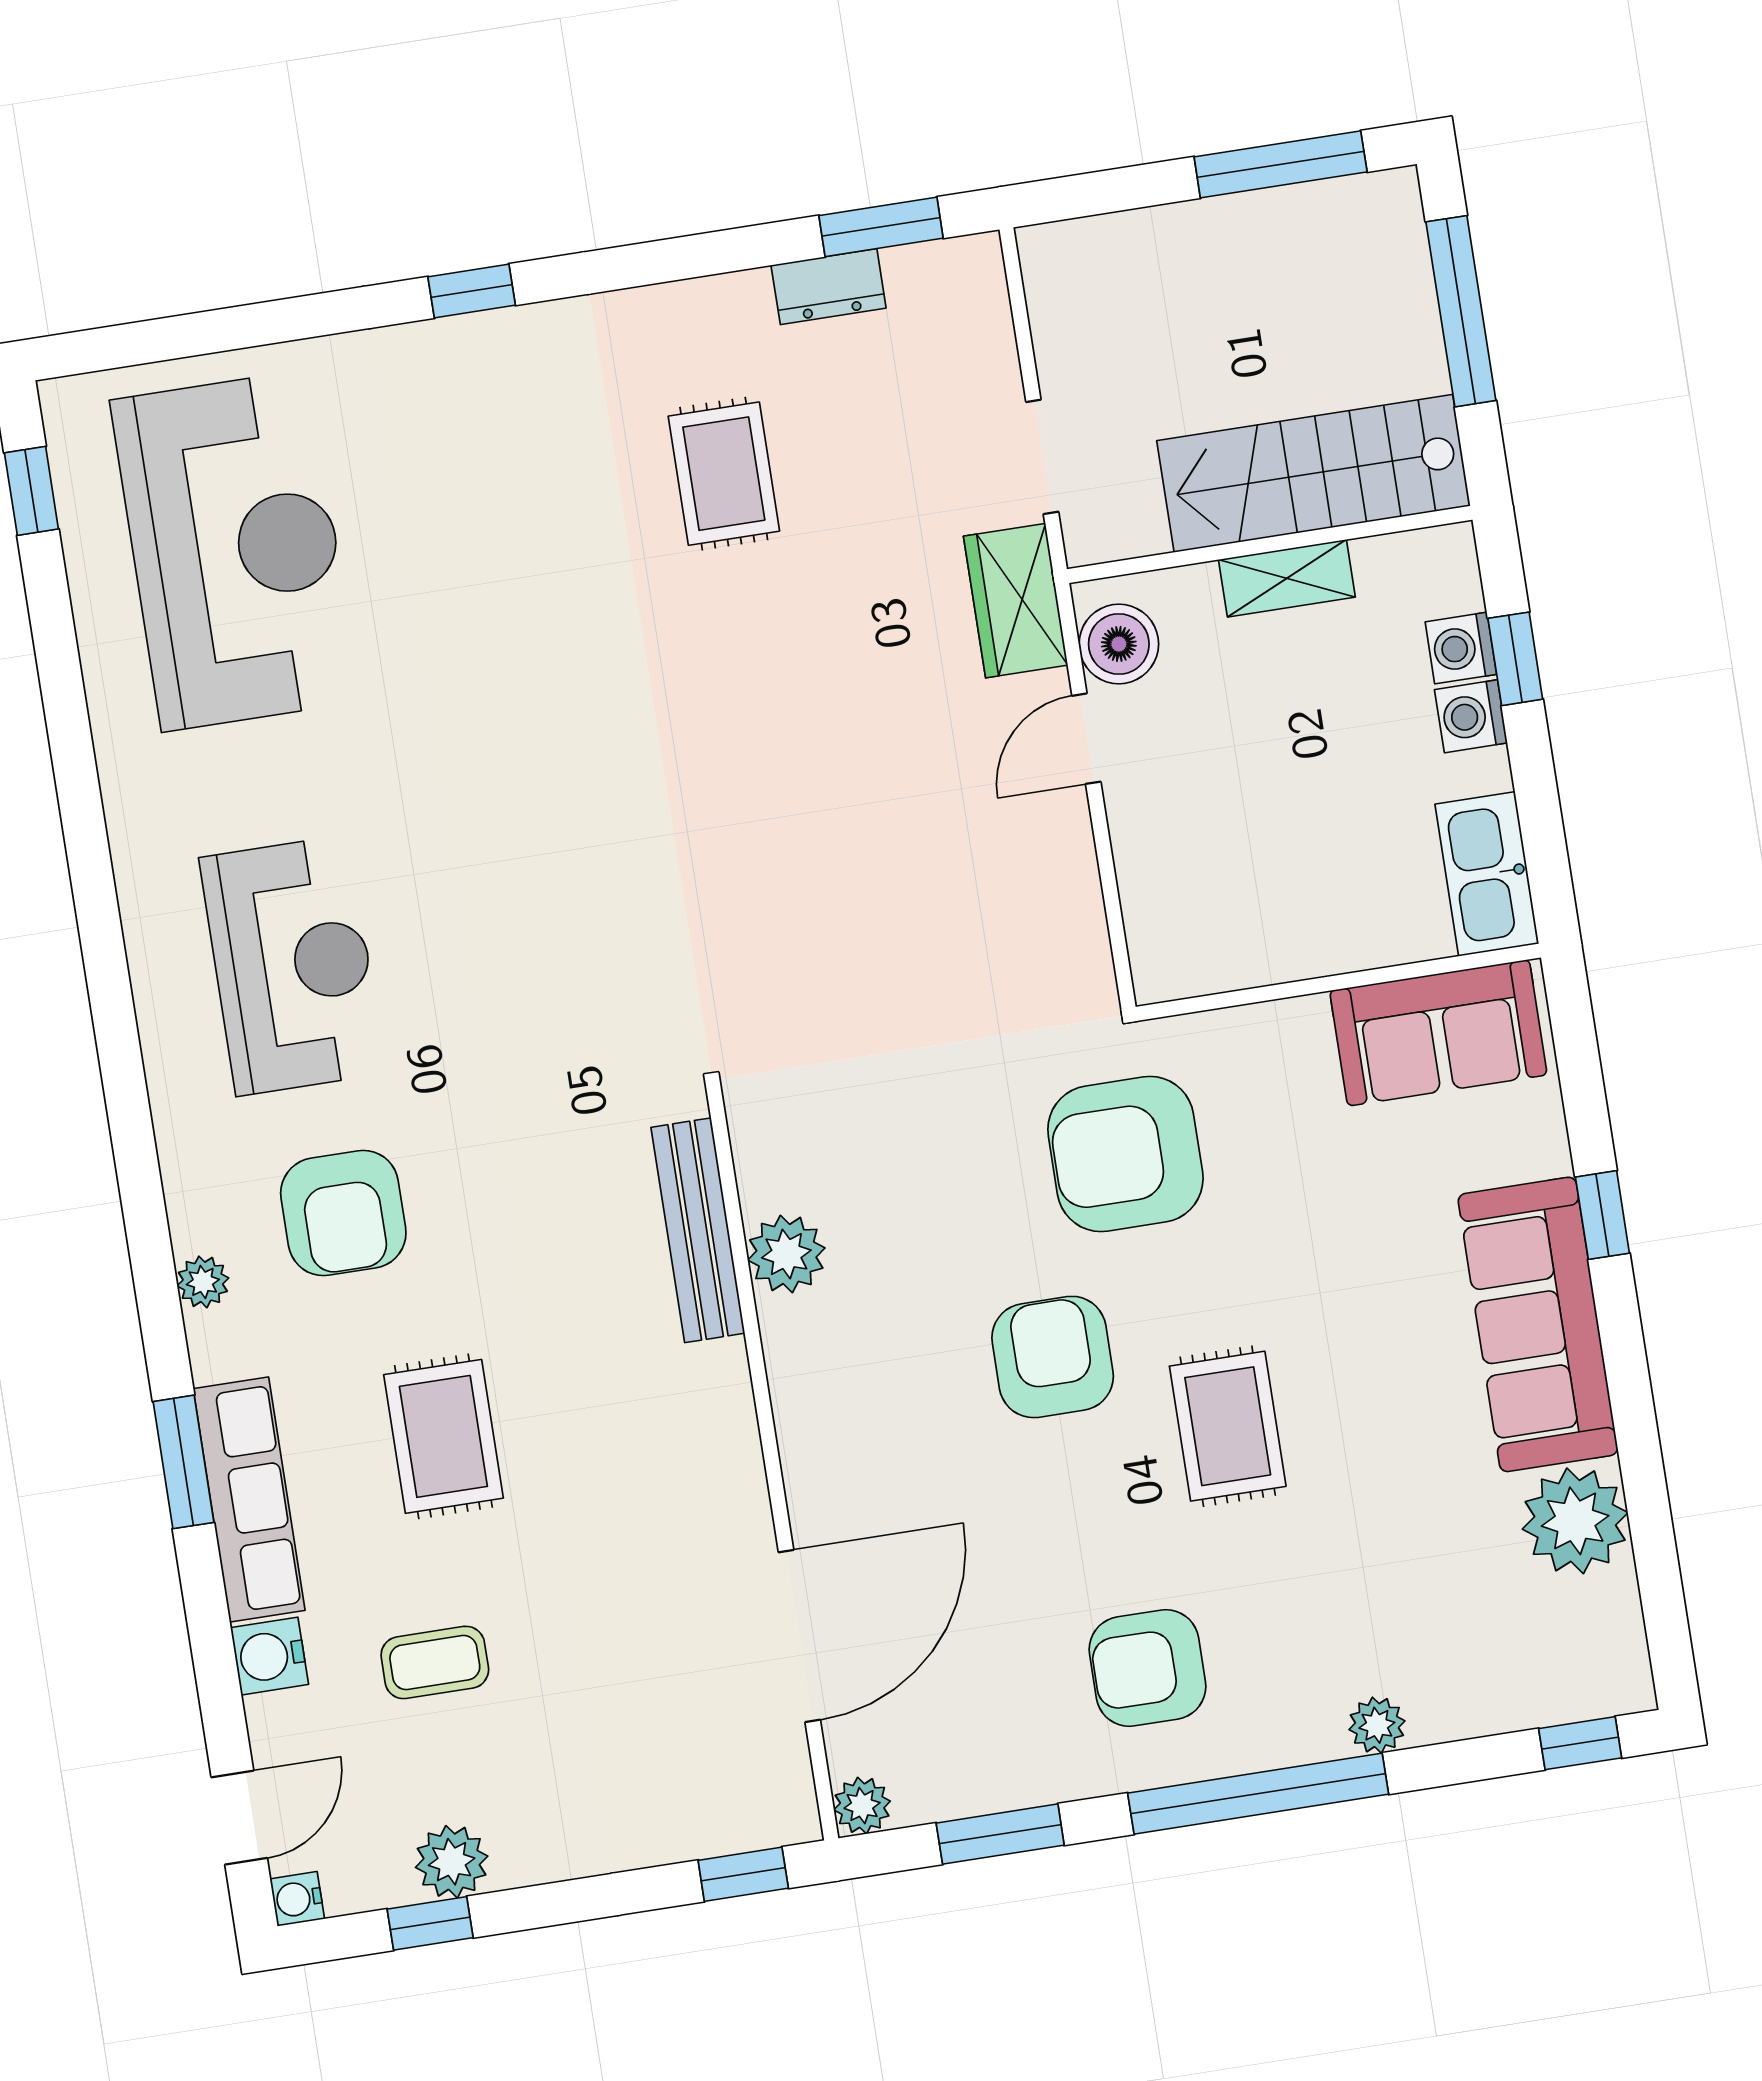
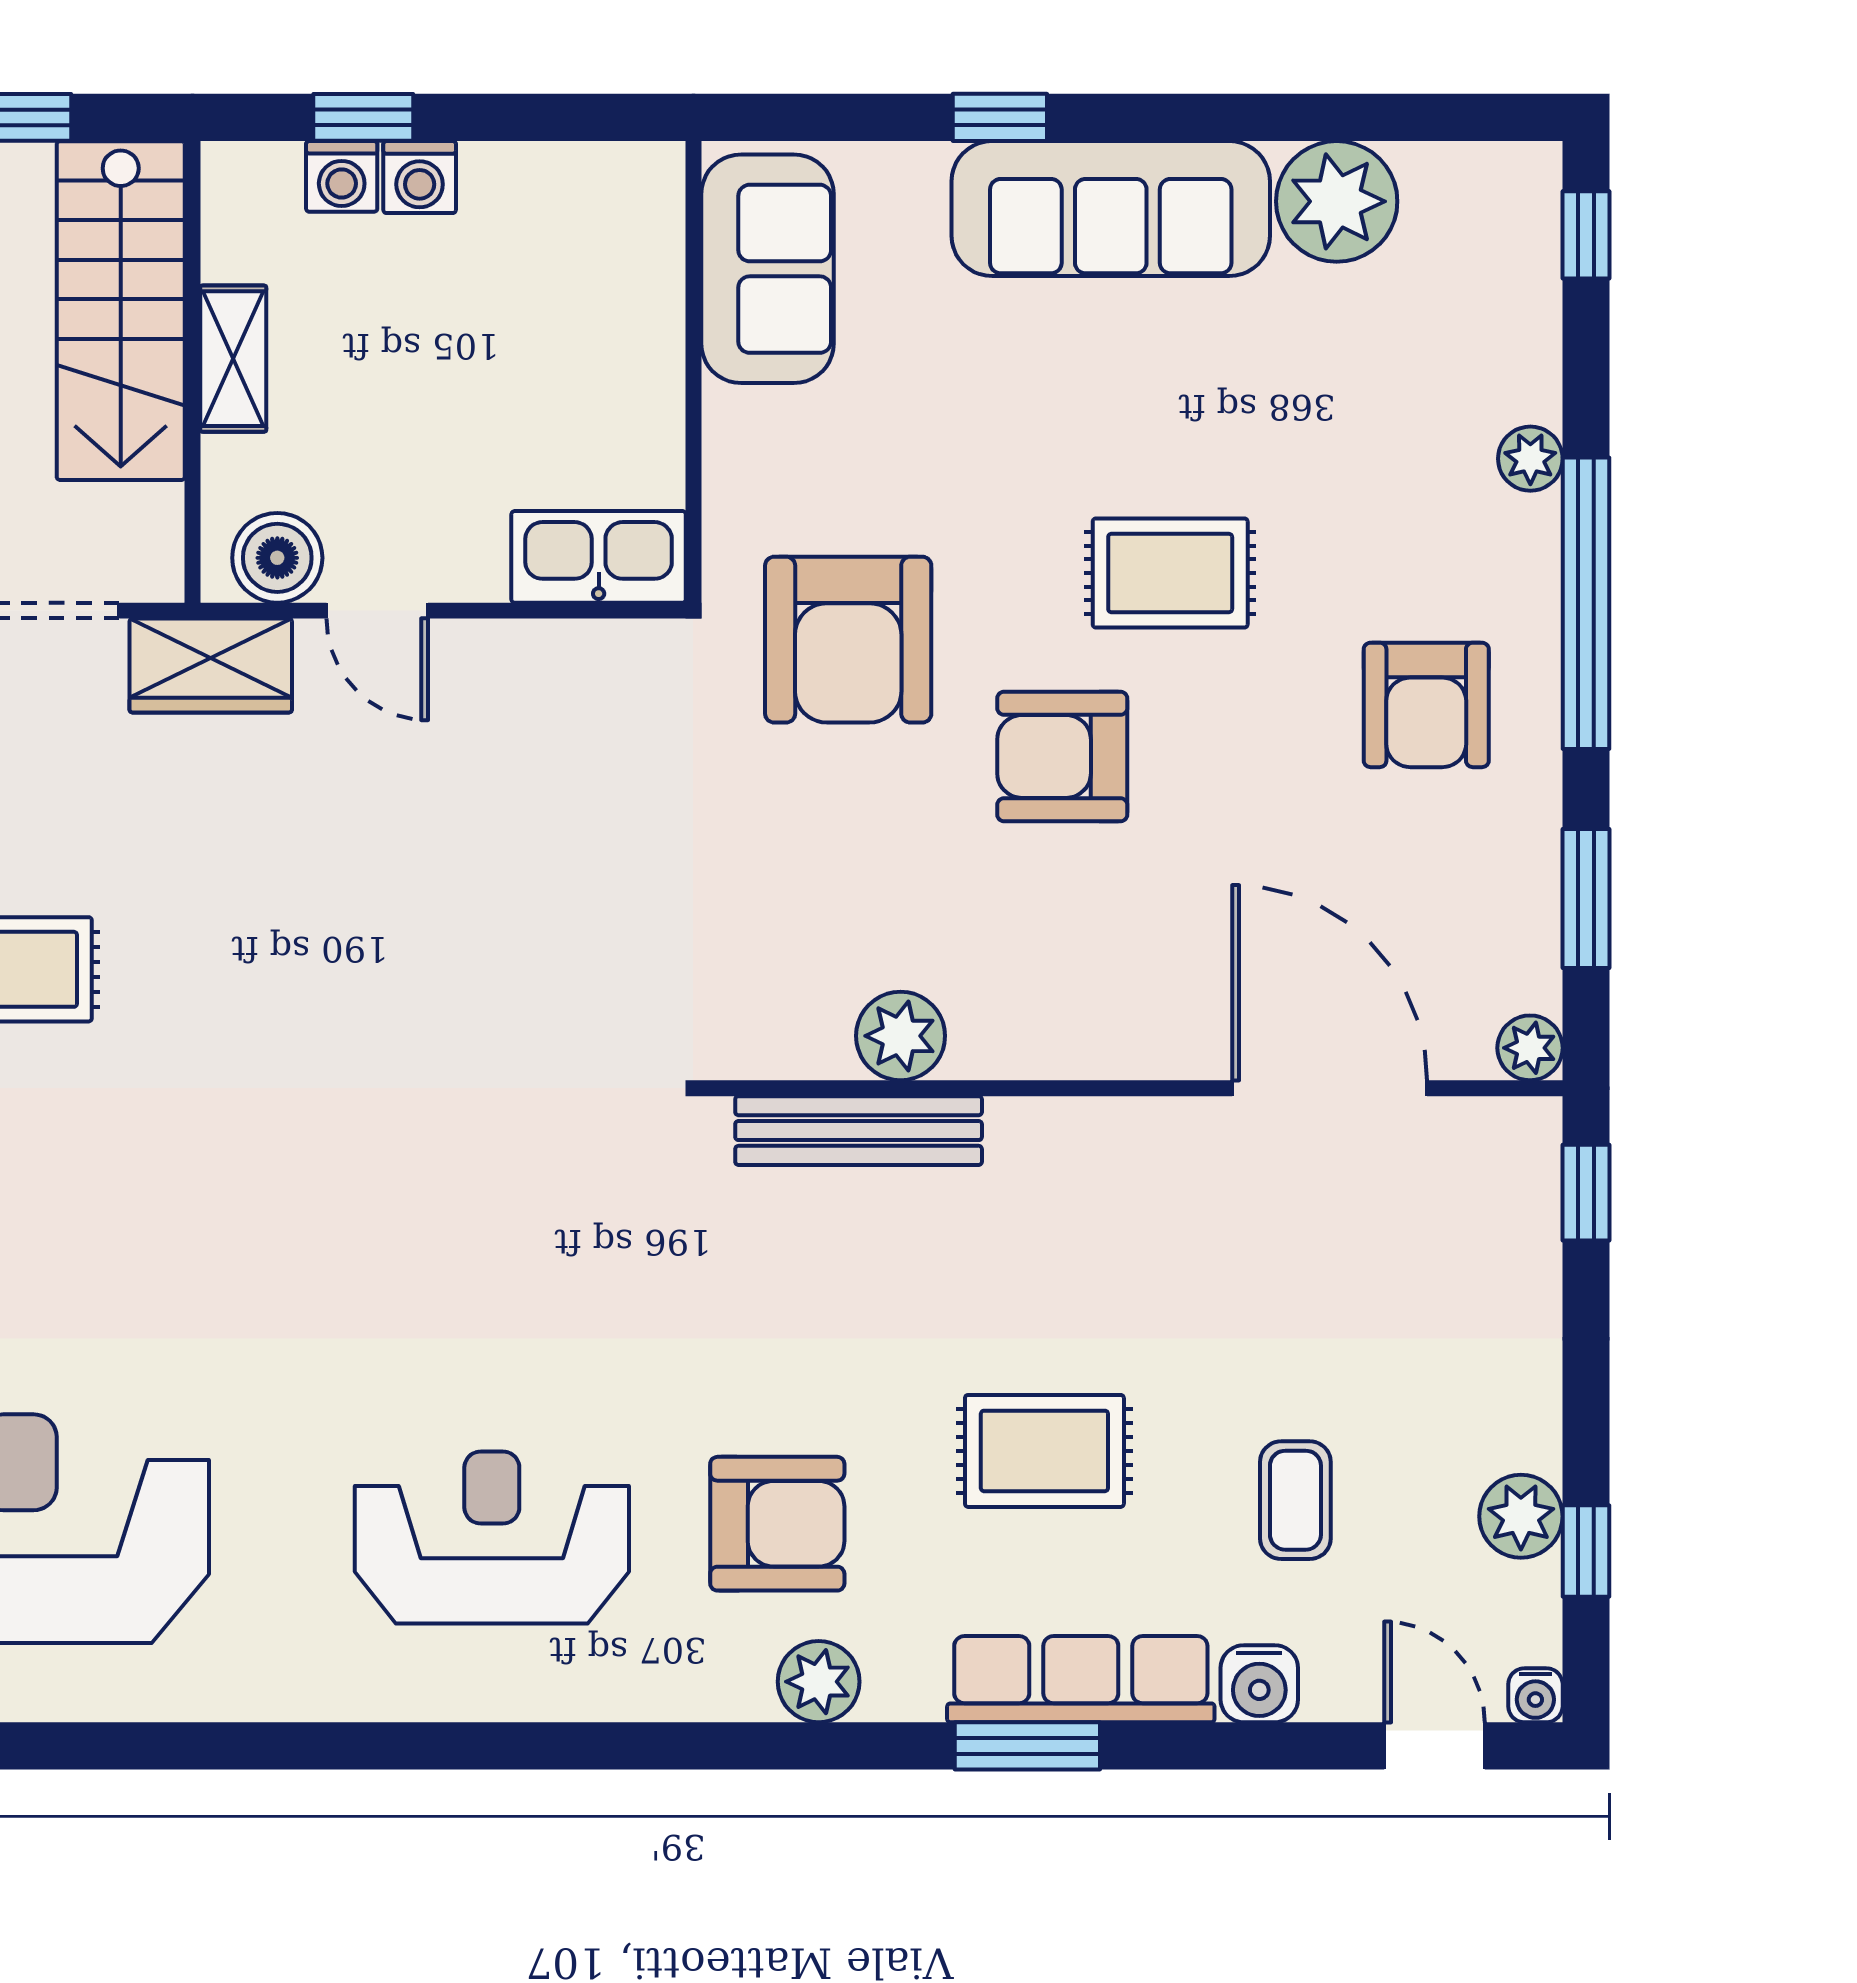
kitchen sink: (1487, 874) -> (599, 557), moved, turned 180
plant: (203, 1282) -> (819, 1682), width x1.38, depth x1.38

